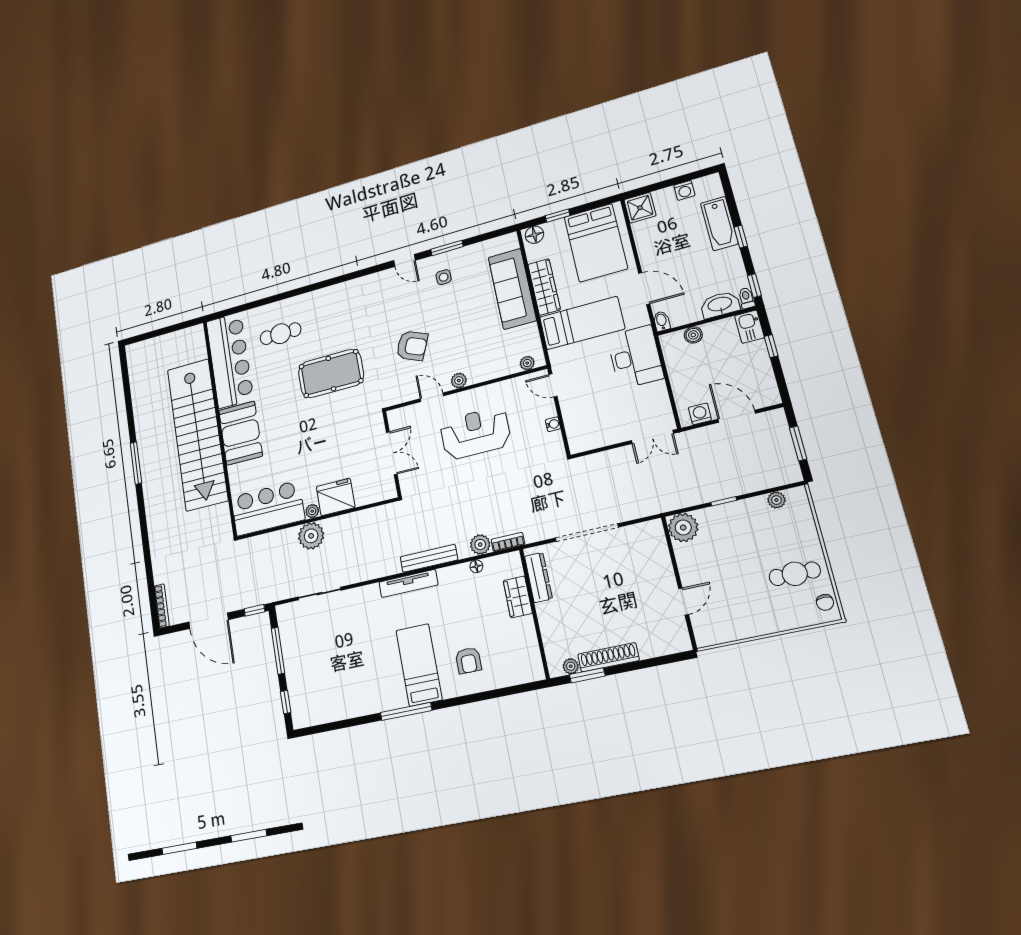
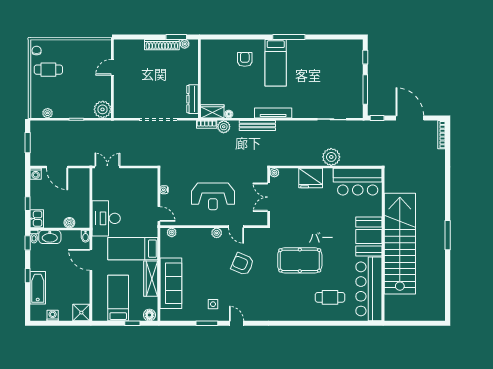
bed: (596, 243) -> (118, 298), width x0.67
washing machine: (700, 414) -> (36, 174), moved
plant: (312, 511) -> (274, 173), moved
wardrobe: (518, 597) -> (212, 111), moved, turned -90

